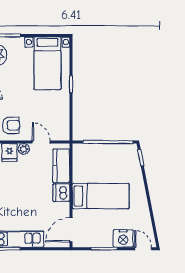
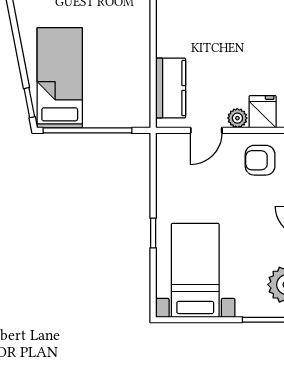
door: (41, 142) -> (206, 130), hinge flipped
dishwasher: (61, 193) -> (170, 40), removed
bed: (101, 196) -> (60, 78), moved, turned 90

